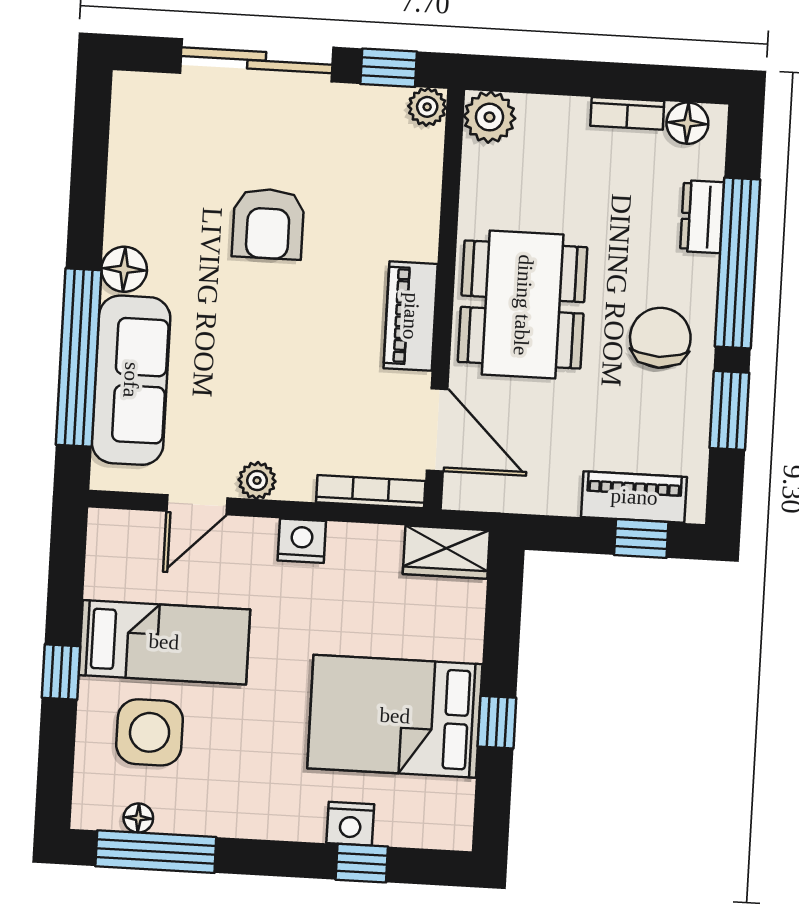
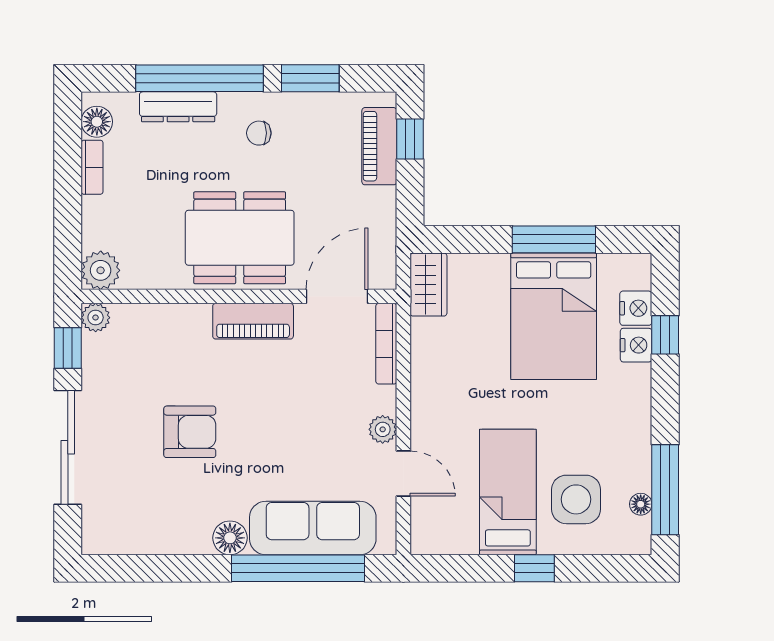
dresser: (702, 217) -> (178, 107), width x1.44
chair: (660, 338) -> (259, 133), width x0.54, depth x0.54
nightstand: (302, 541) -> (636, 308), moved, turned 180
window: (497, 722) -> (554, 239), width x2.17

